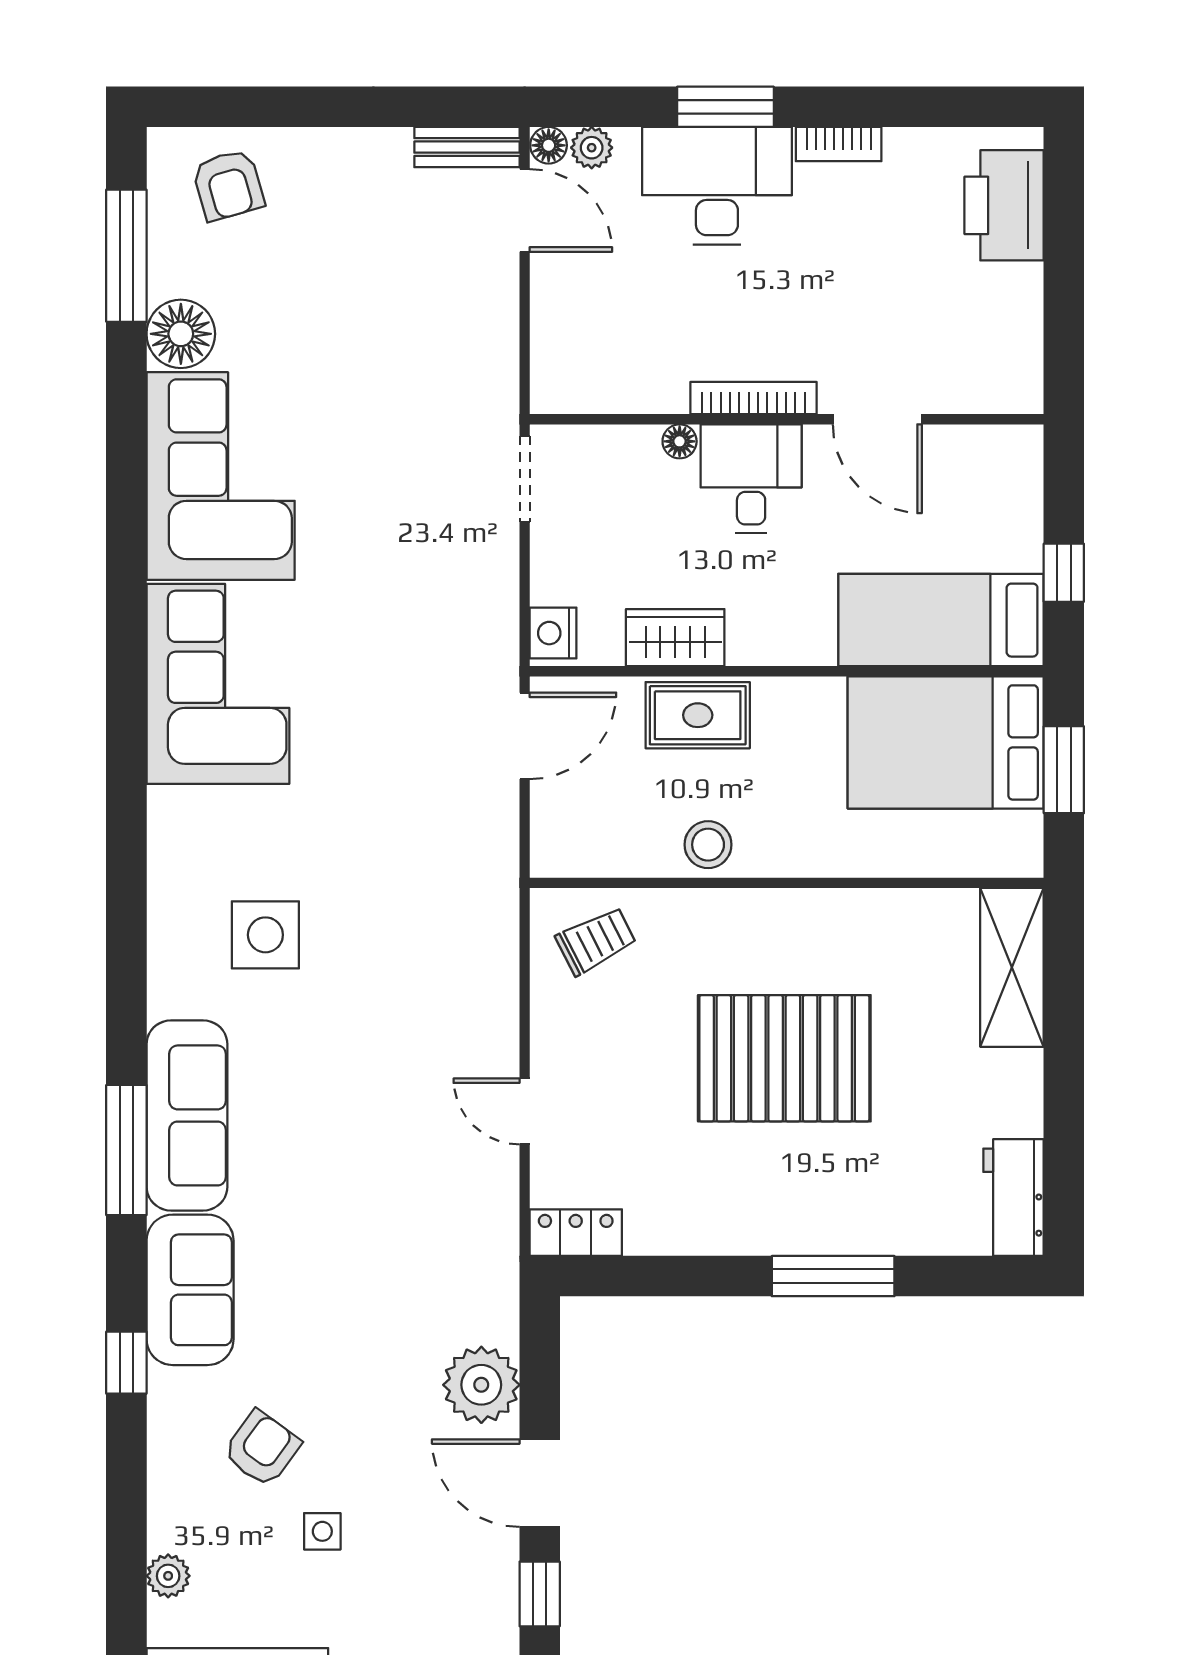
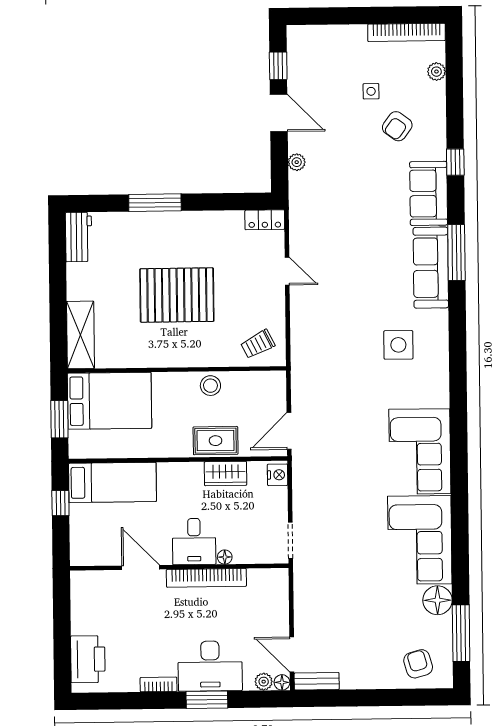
bookcase: (753, 398) -> (206, 578), width x1.48, depth x1.31
bed: (946, 742) -> (109, 401), moved
plant: (481, 1385) -> (297, 162), width x0.53, depth x0.53

